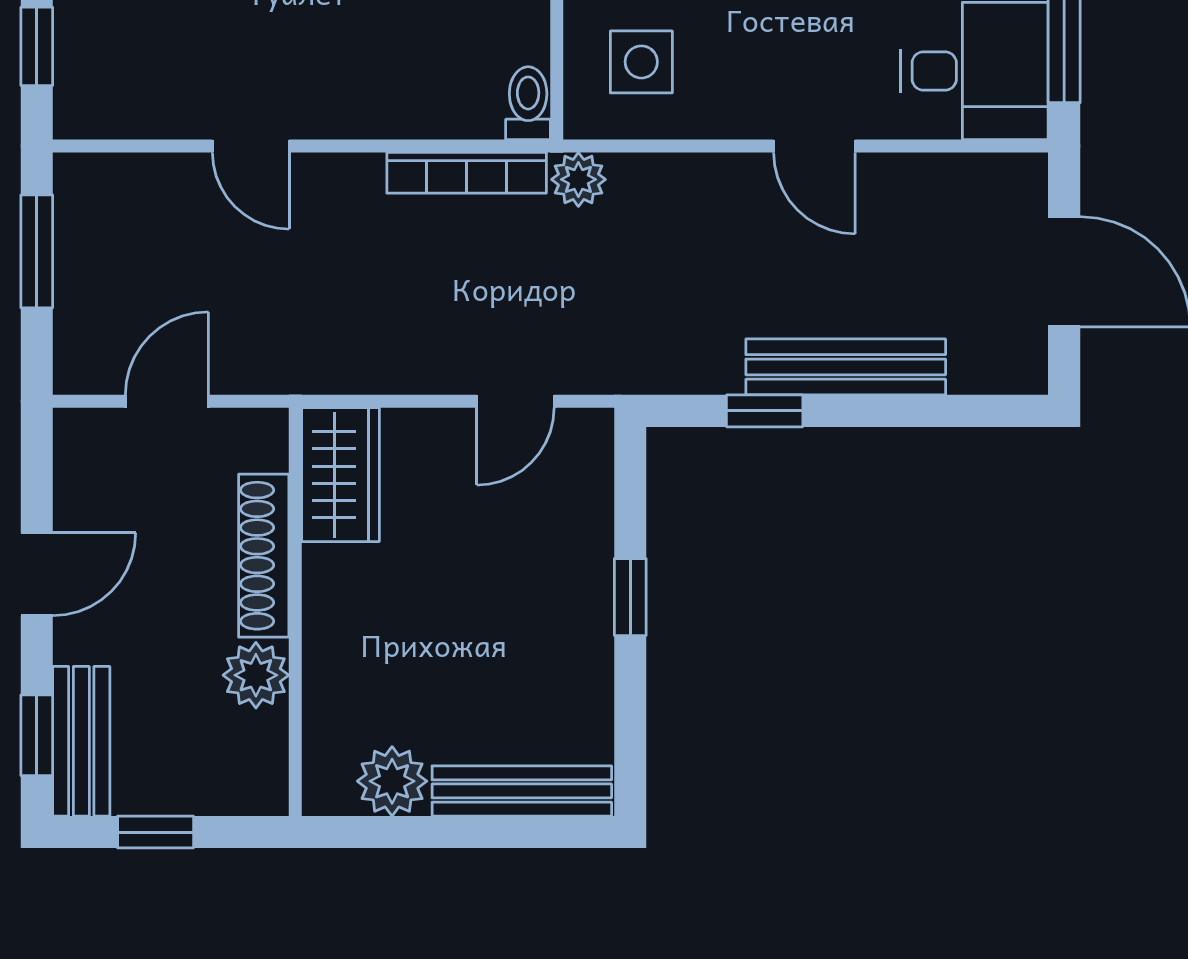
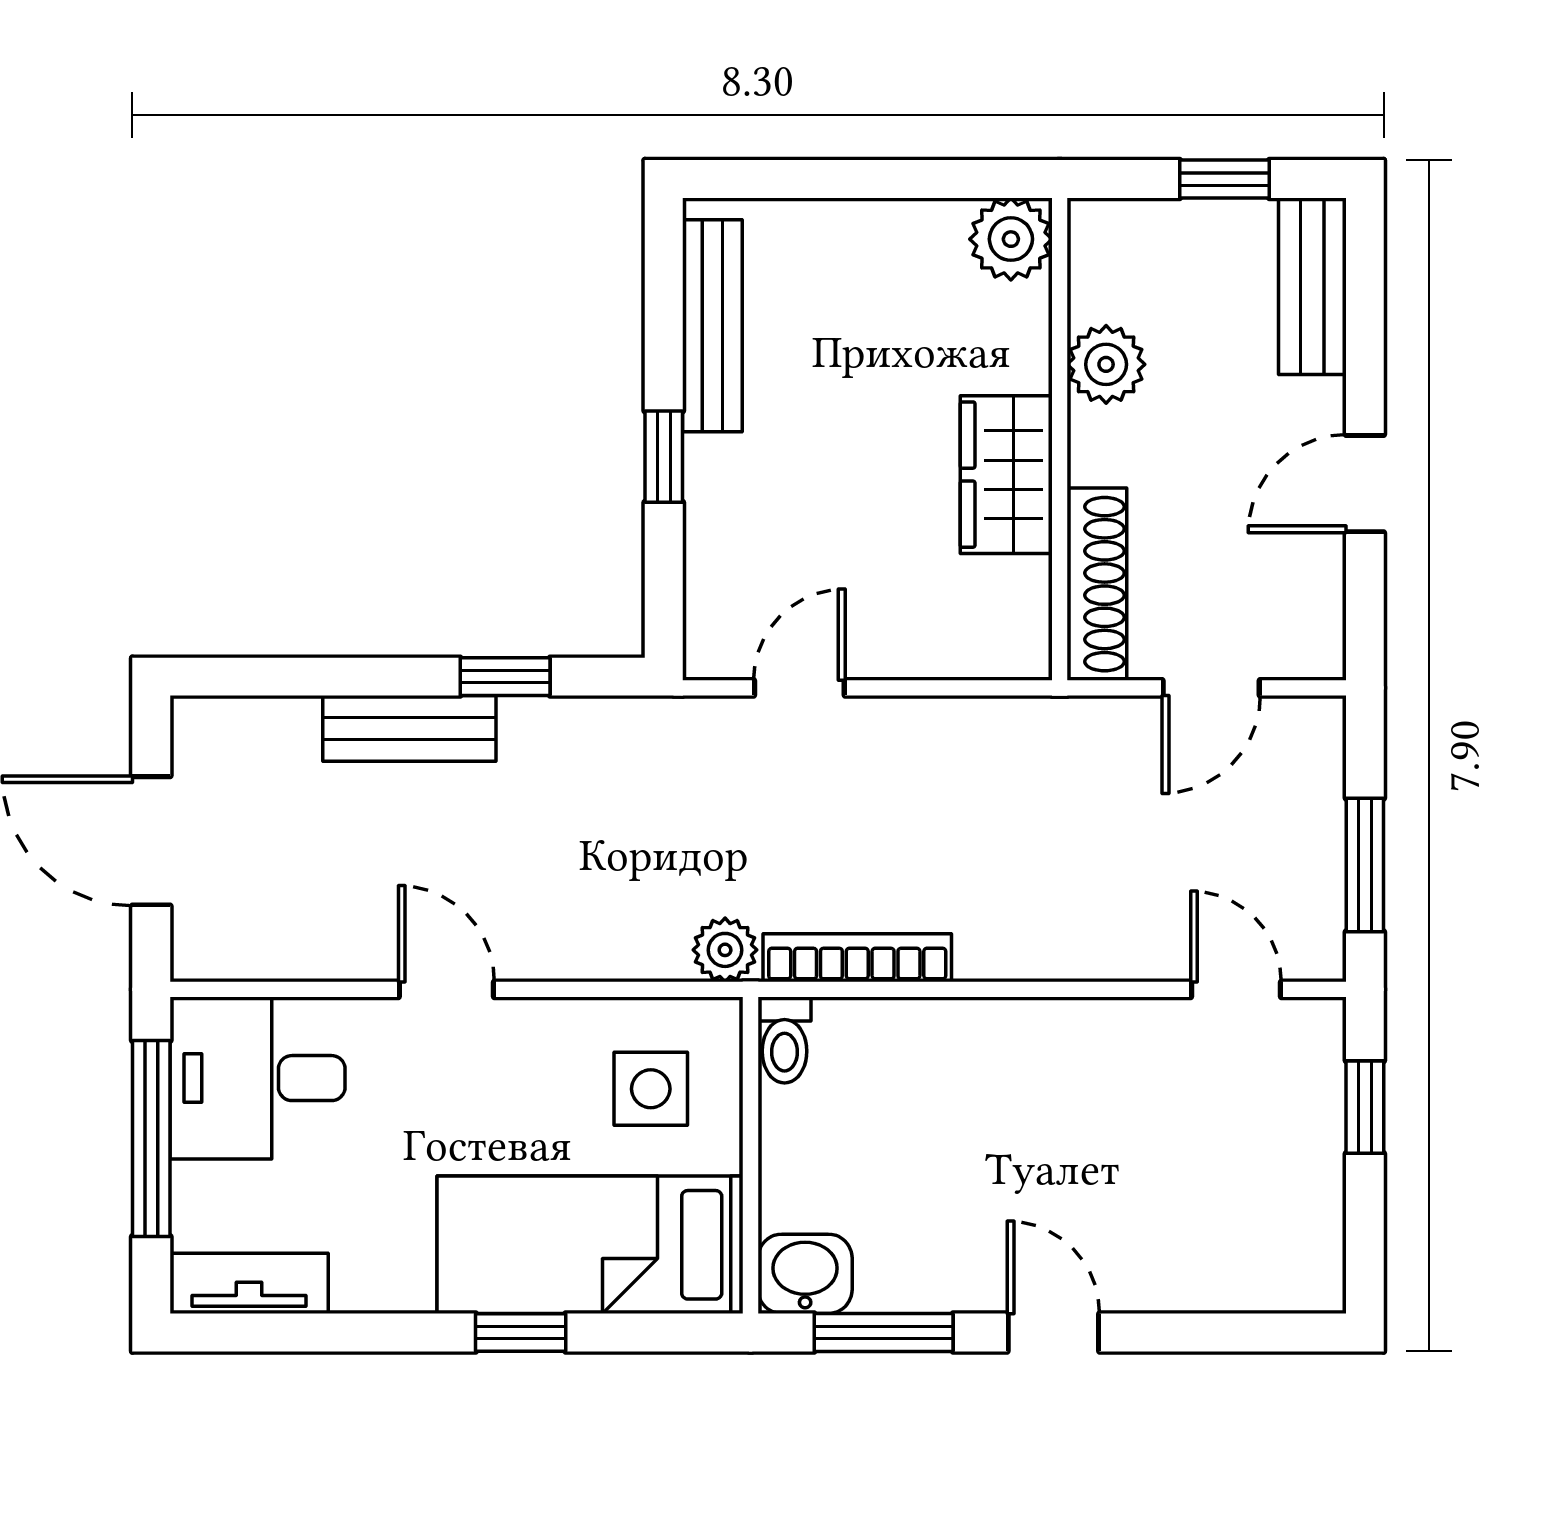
door: (251, 146) -> (1236, 989), moved
bench: (846, 367) -> (409, 728), width x0.73
wardrobe: (340, 475) -> (1006, 475), moved
shoe rack: (264, 556) -> (1097, 584), moved
window: (37, 735) -> (1365, 293), removed
plant: (392, 781) -> (1011, 239), moved
bench: (522, 791) -> (712, 326), moved, turned 90

